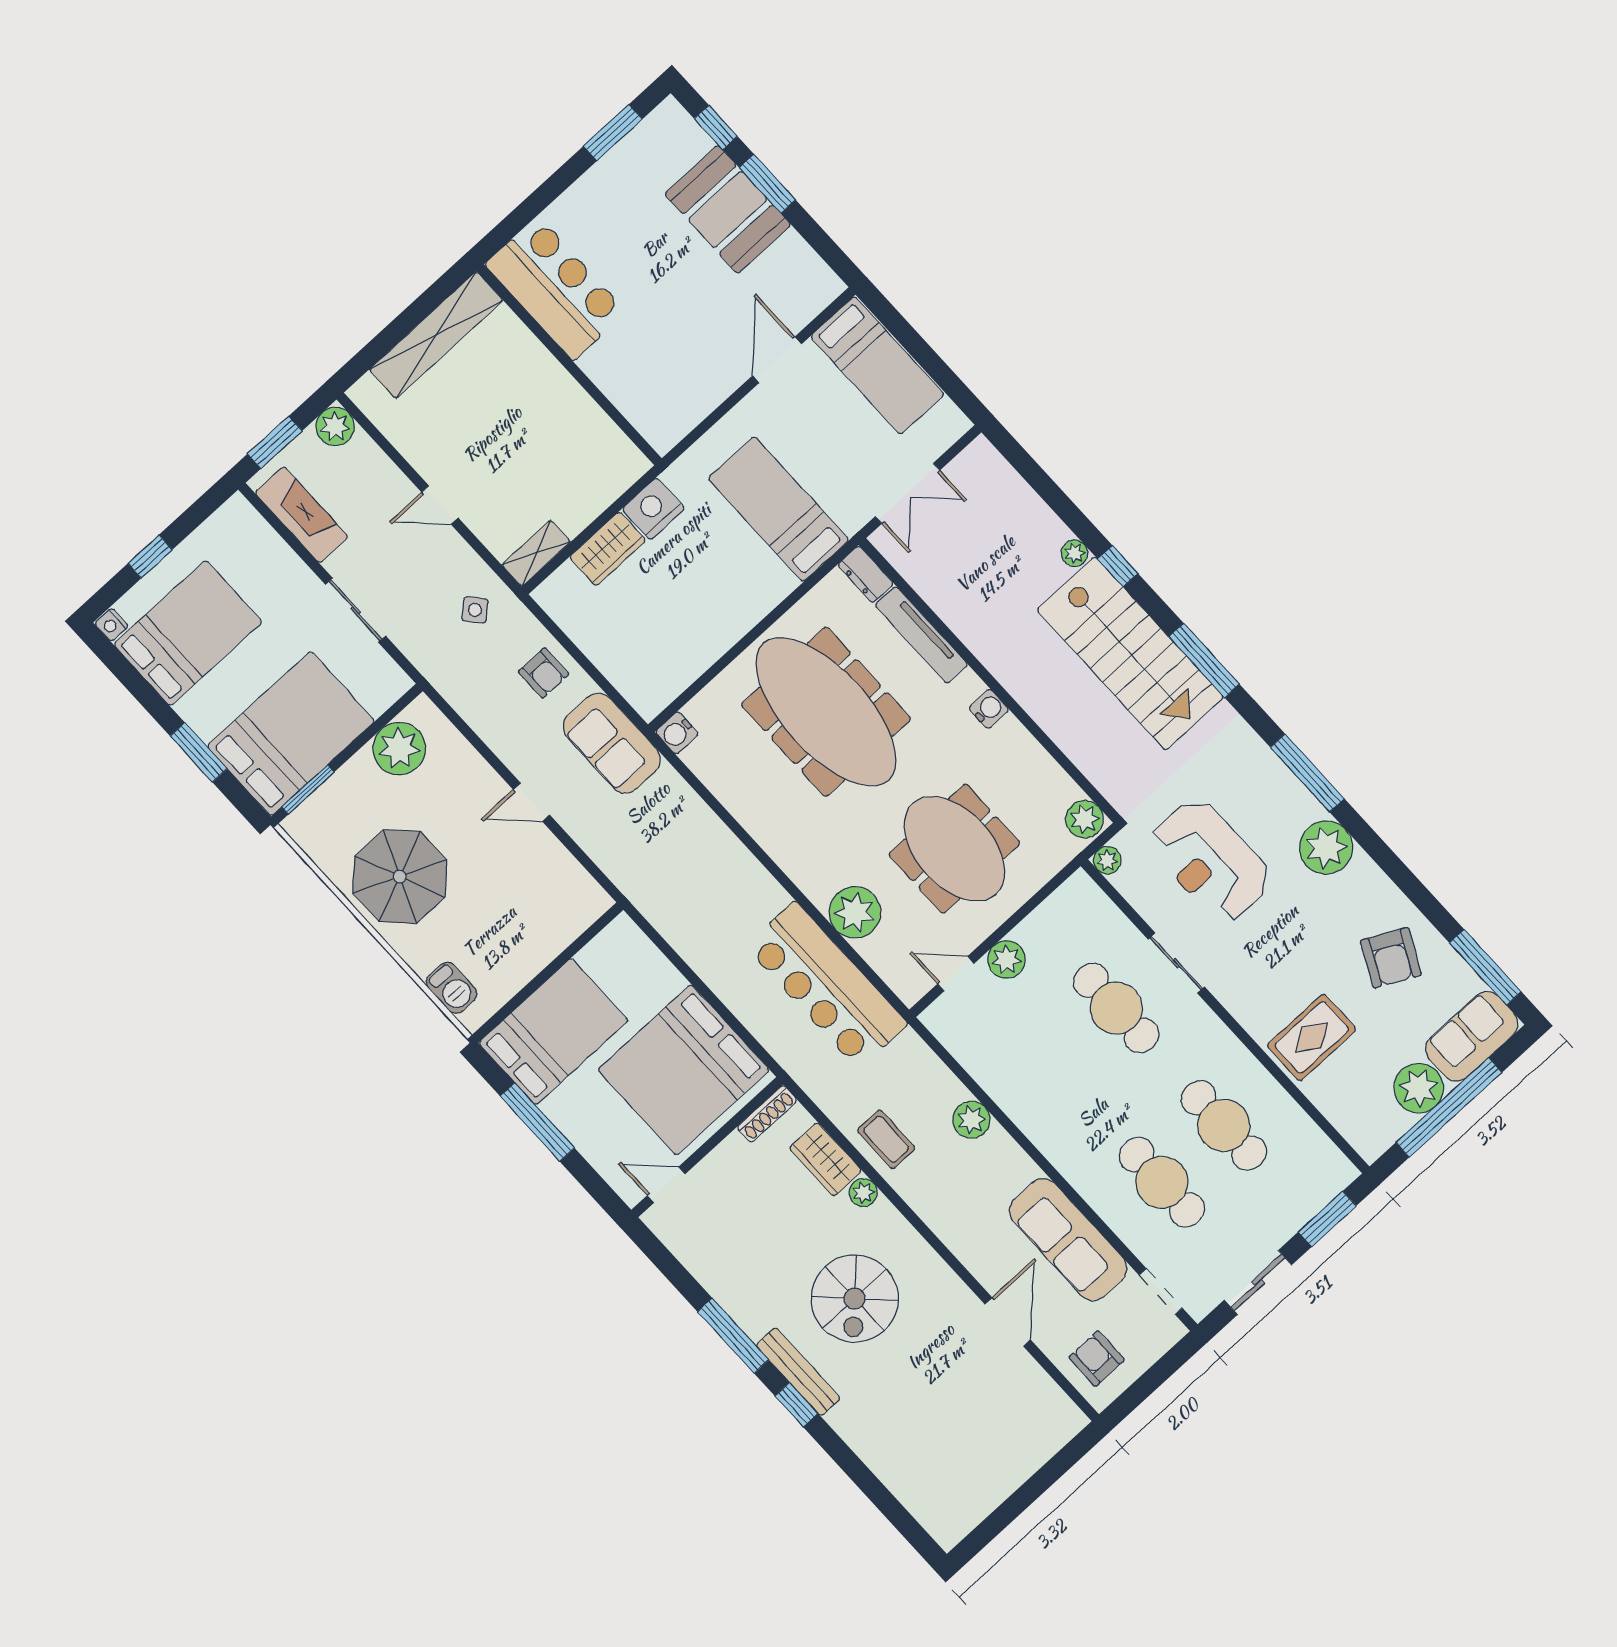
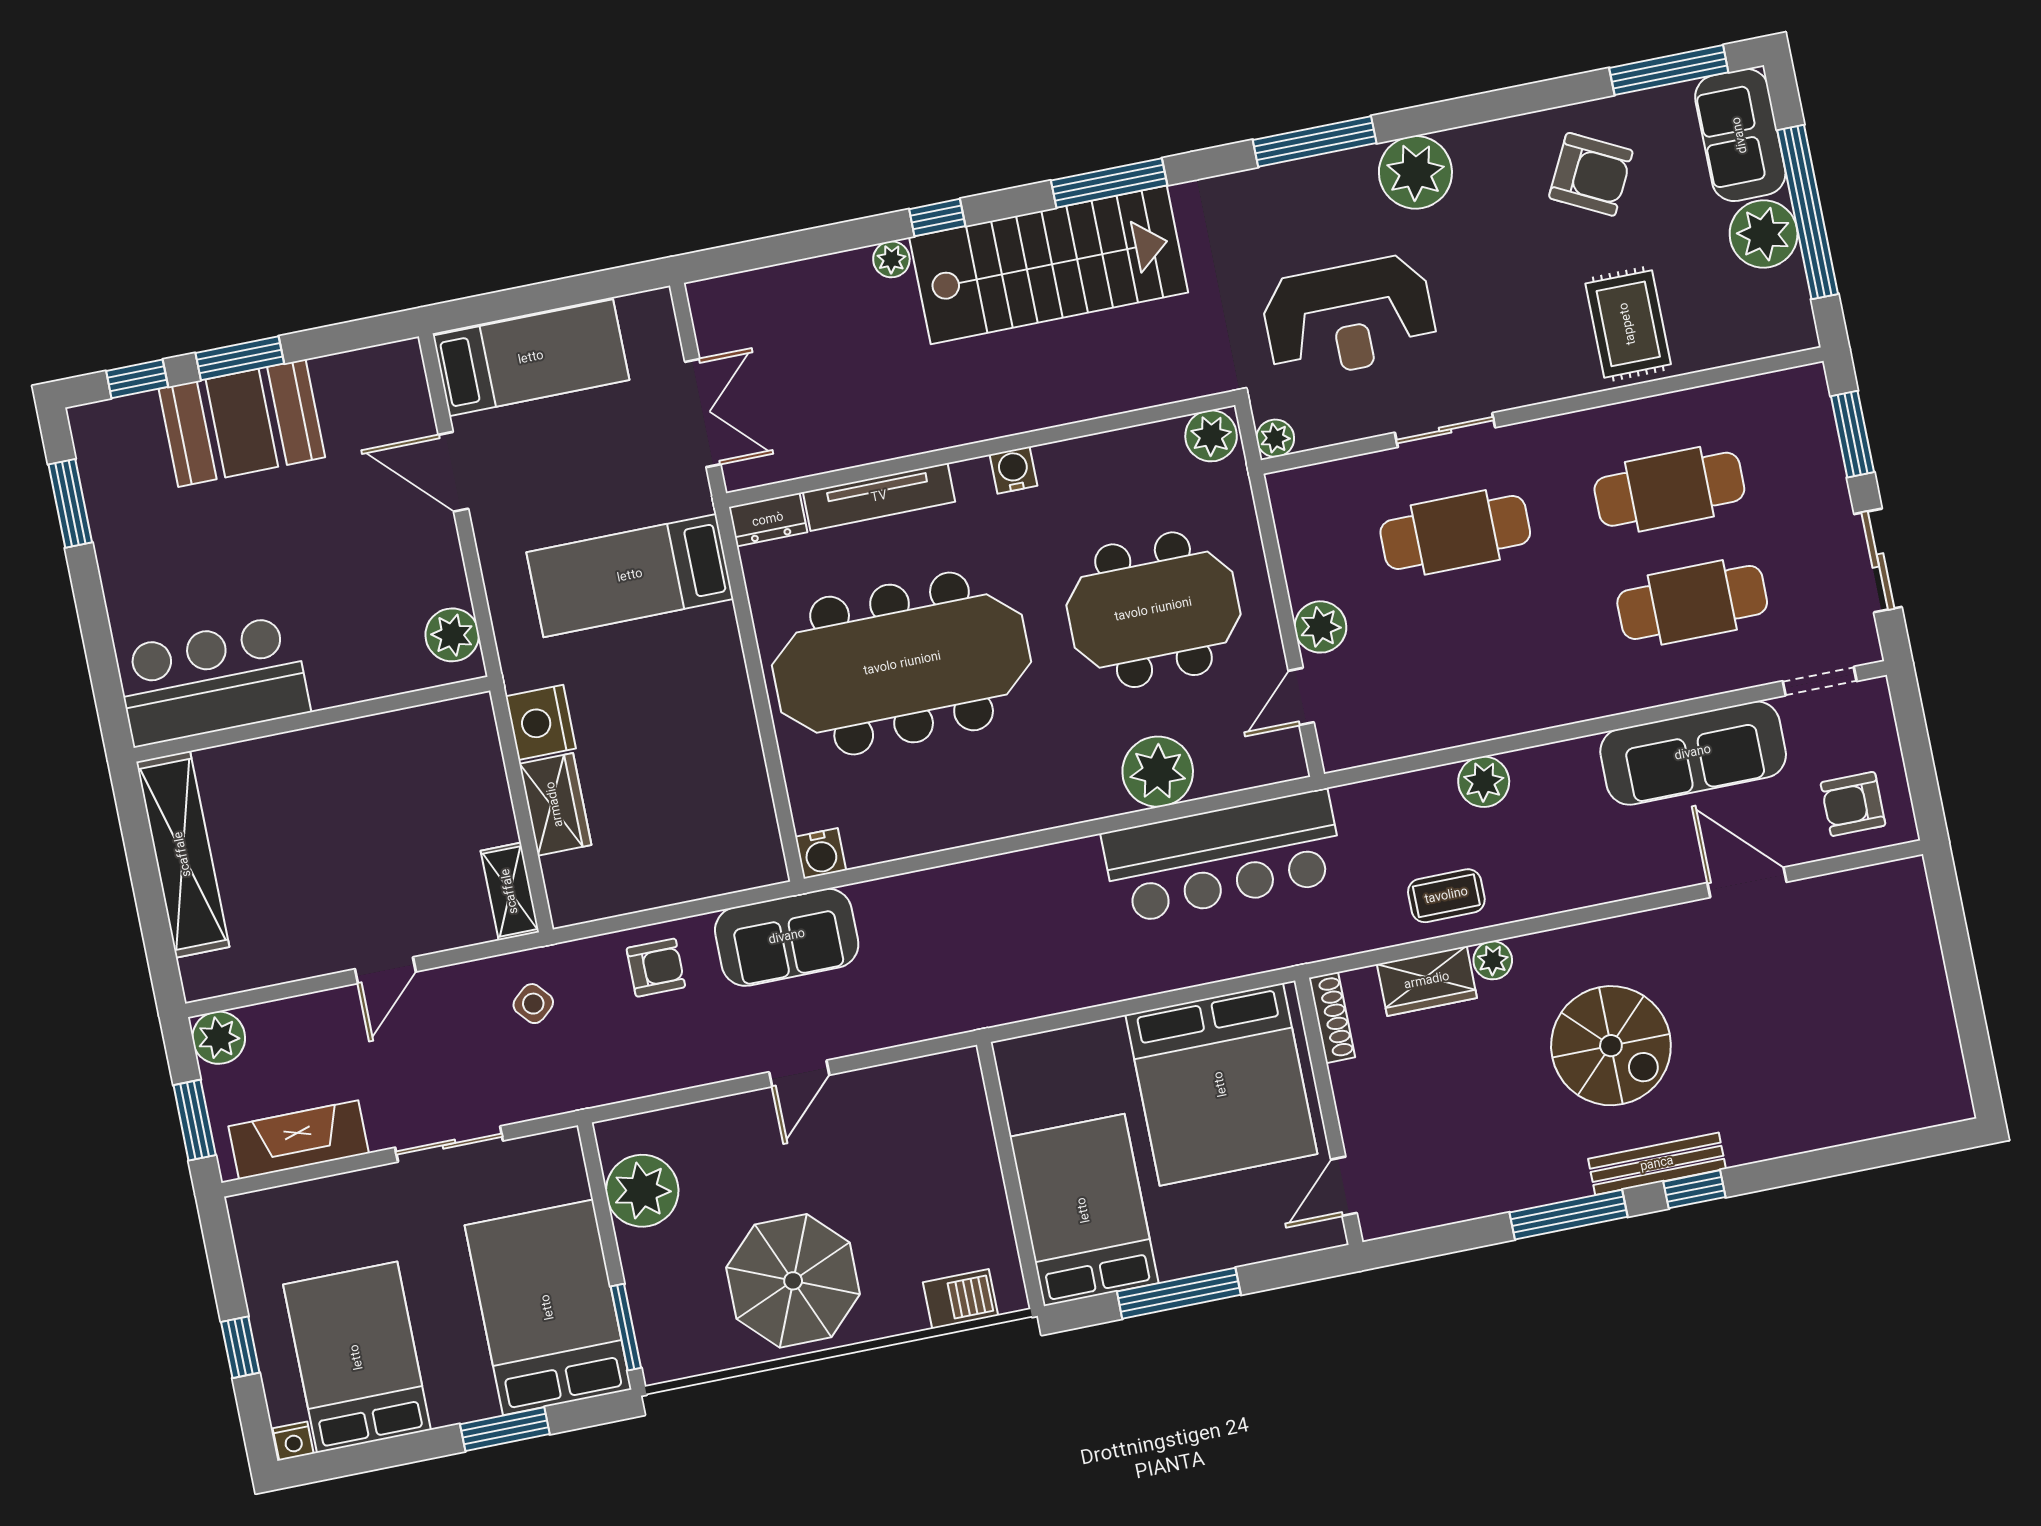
plant: (675, 420) -> (452, 635), added

